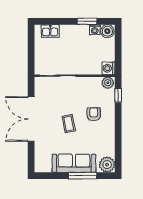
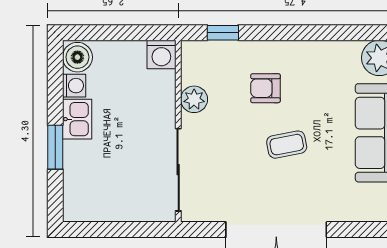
window: (87, 21) -> (55, 147), moved
kitchen sink: (50, 31) -> (77, 119), moved
plant: (108, 83) -> (194, 99), moved

